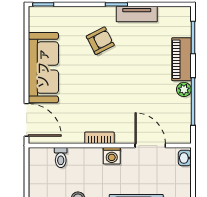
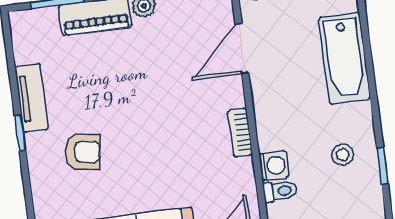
armchair: (100, 41) -> (82, 152), turned 126
washing machine: (112, 156) -> (274, 166), moved

